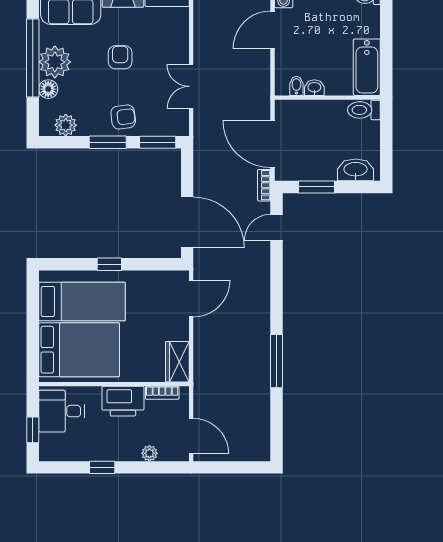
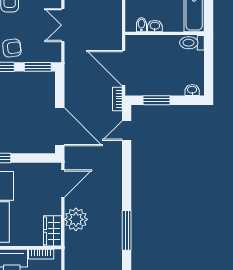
washbasin: (356, 170) -> (192, 90), width x0.52, depth x0.69
plant: (209, 346) -> (76, 219), added

